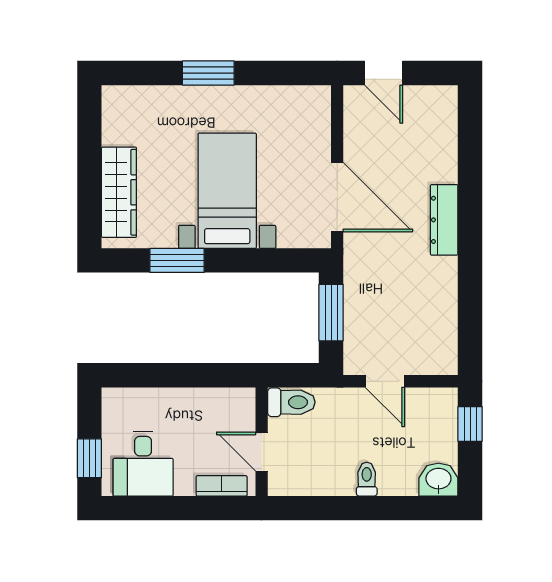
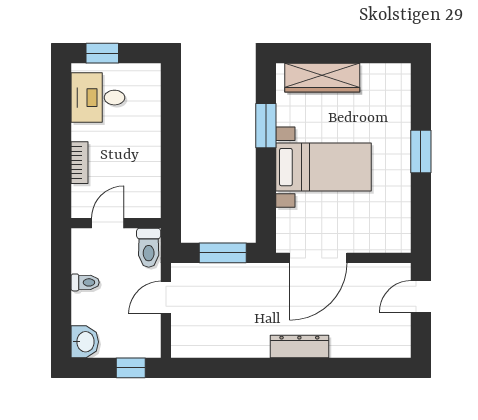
toilet: (291, 402) -> (149, 248), moved
wall: (262, 442) -> (116, 223), moved
door: (262, 452) -> (108, 223), moved

